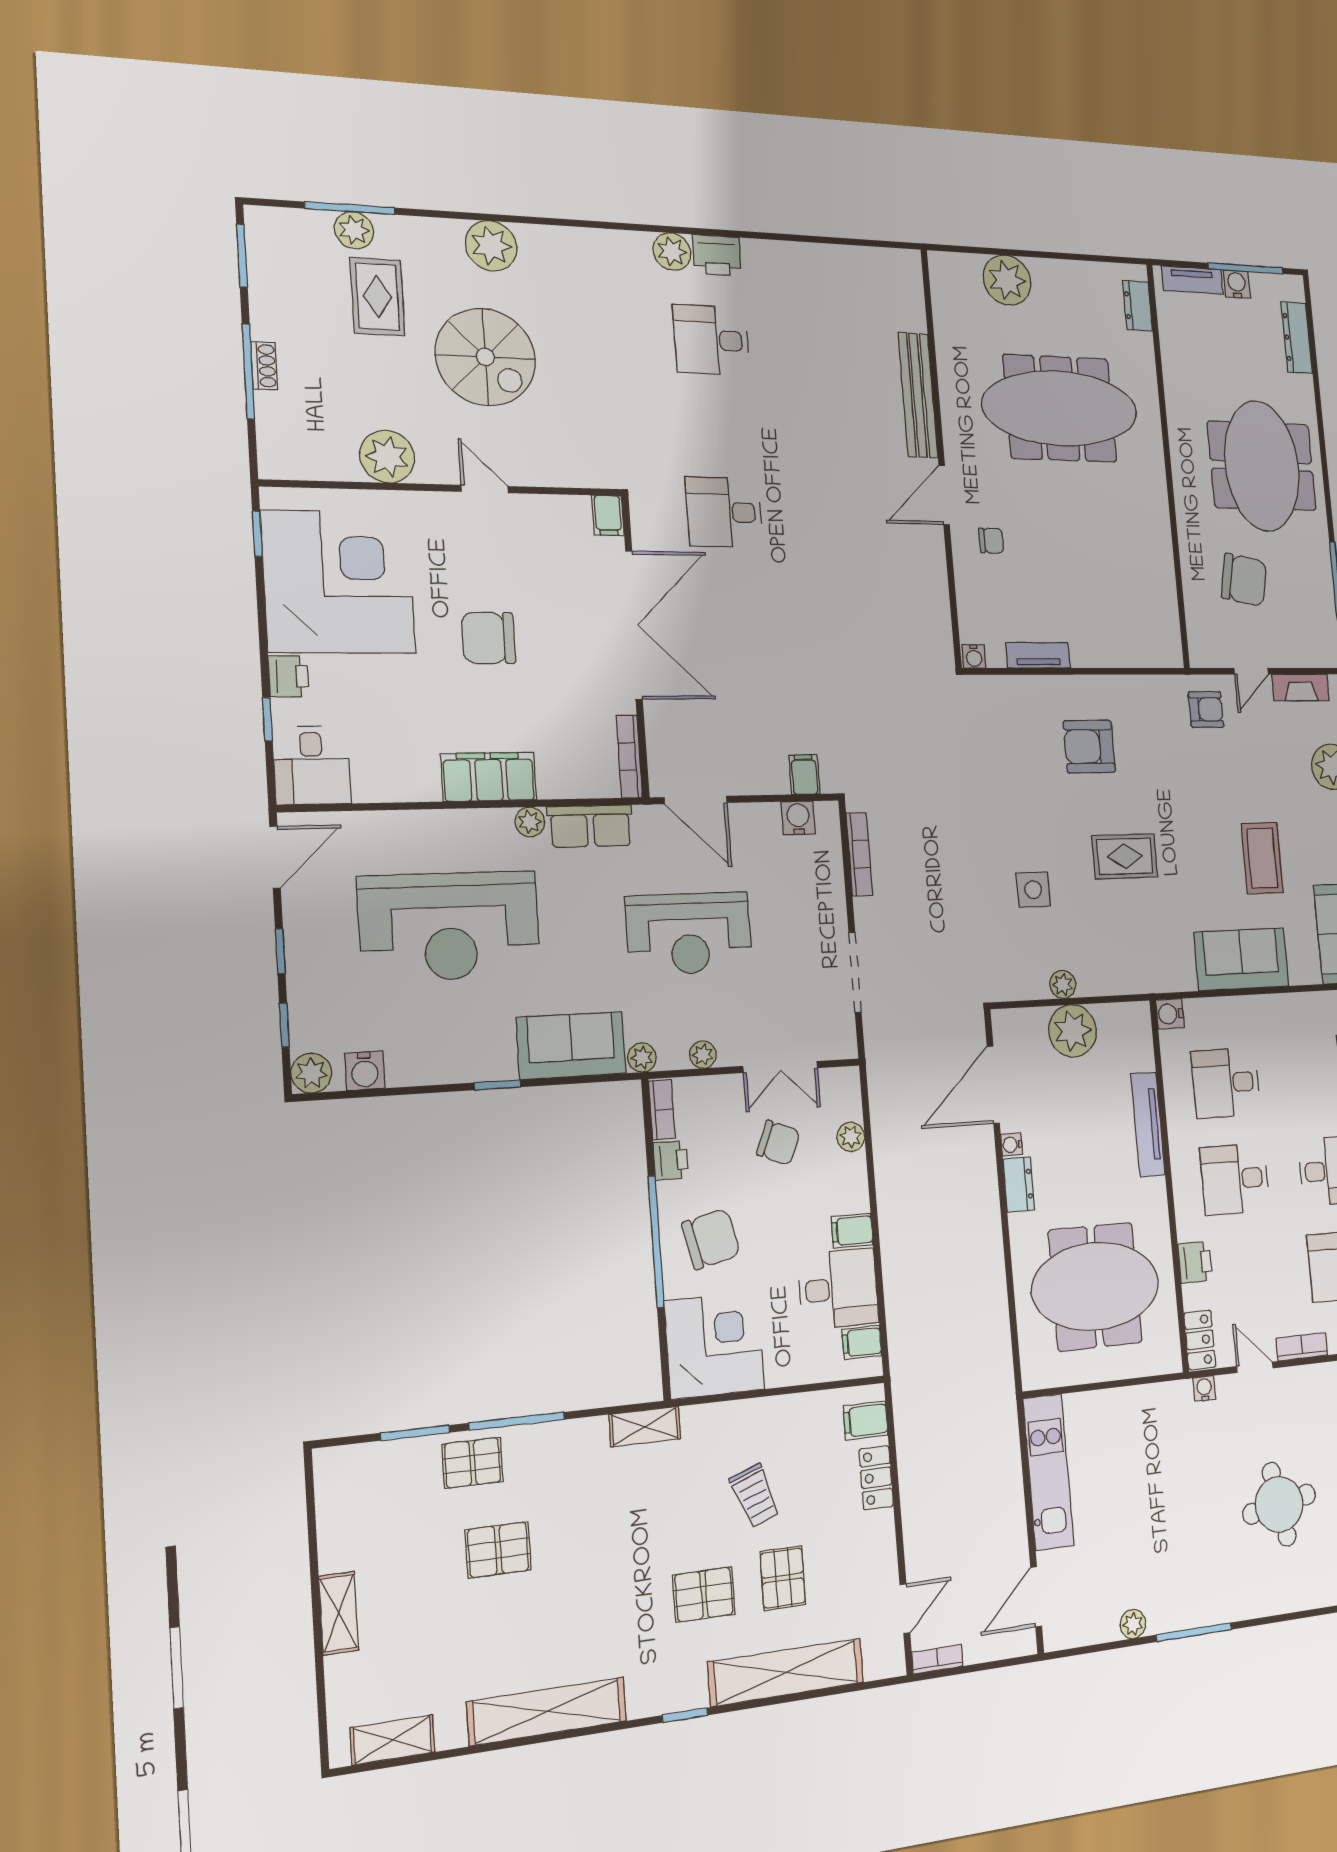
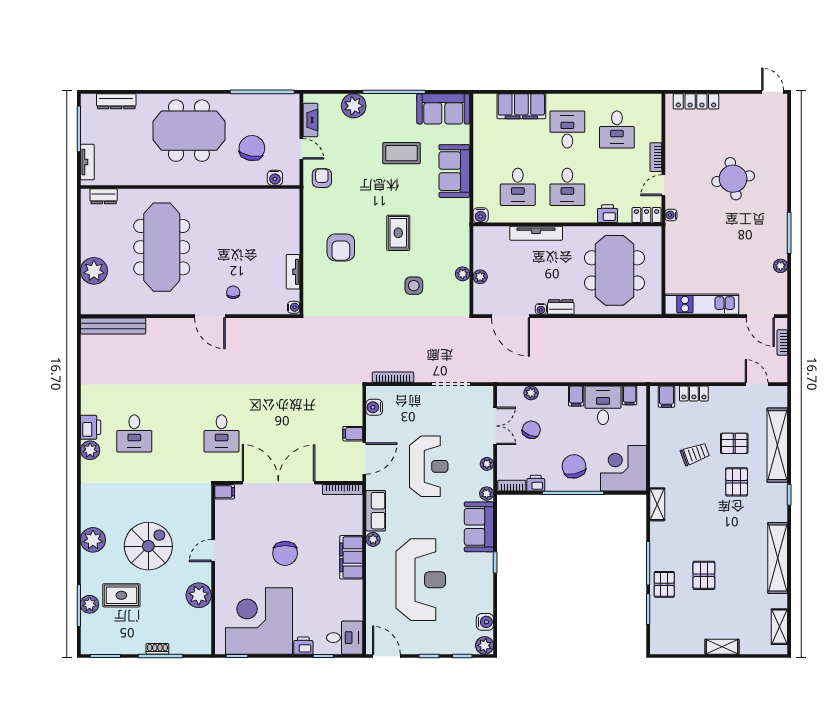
water cooler: (1237, 284) -> (275, 178), moved, turned -90
bench: (918, 395) -> (113, 326), moved
filing cabinet: (804, 775) -> (353, 434), moved
plant: (1073, 1031) -> (480, 277), width x0.53, depth x0.53
bookcase: (937, 1659) -> (782, 342), moved

